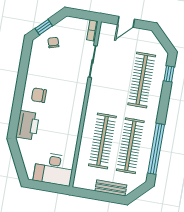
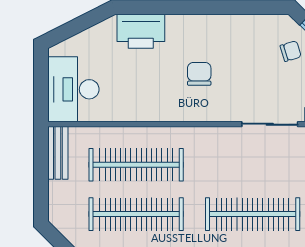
chair: (39, 95) -> (199, 74), moved
bench: (111, 188) -> (58, 153), moved

